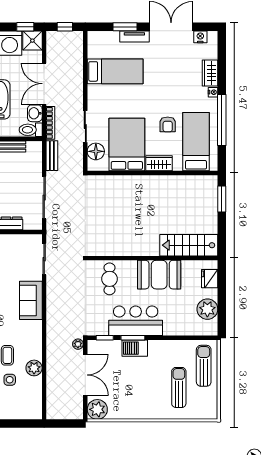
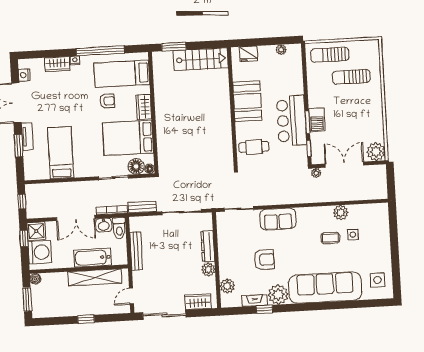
floor lamp: (92, 166) -> (150, 169), added
stairs: (189, 245) -> (201, 59), moved, turned -90
plant: (207, 309) -> (281, 50), width x0.53, depth x0.53

